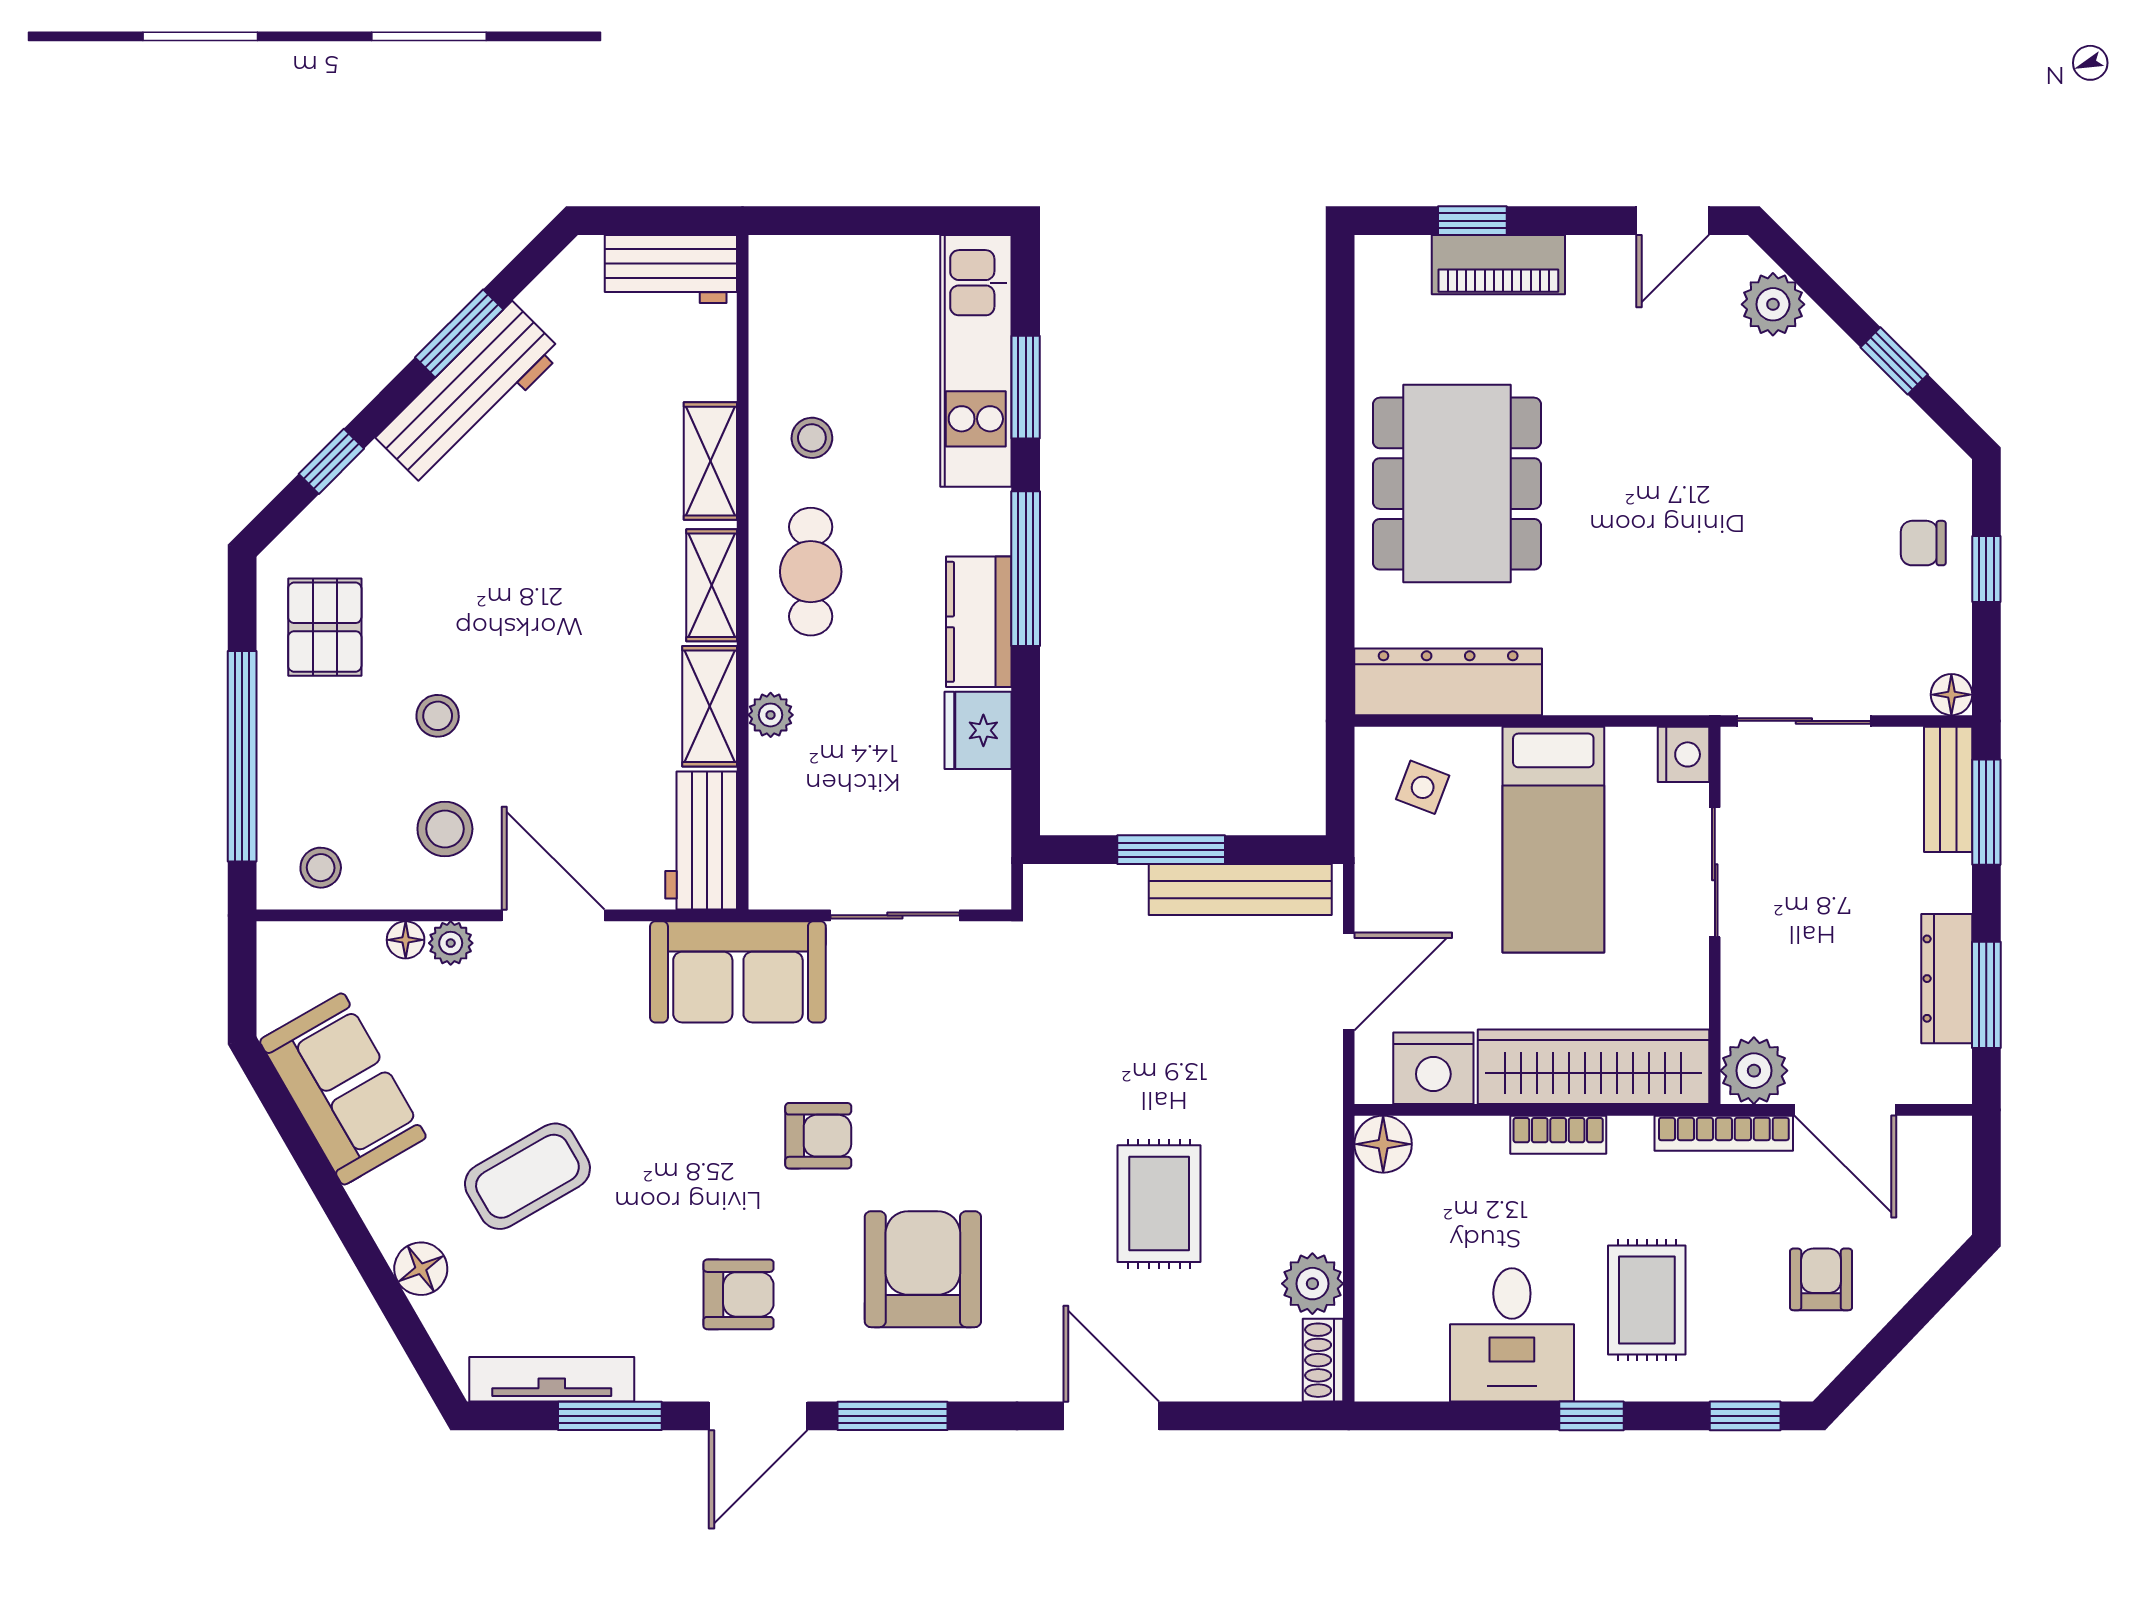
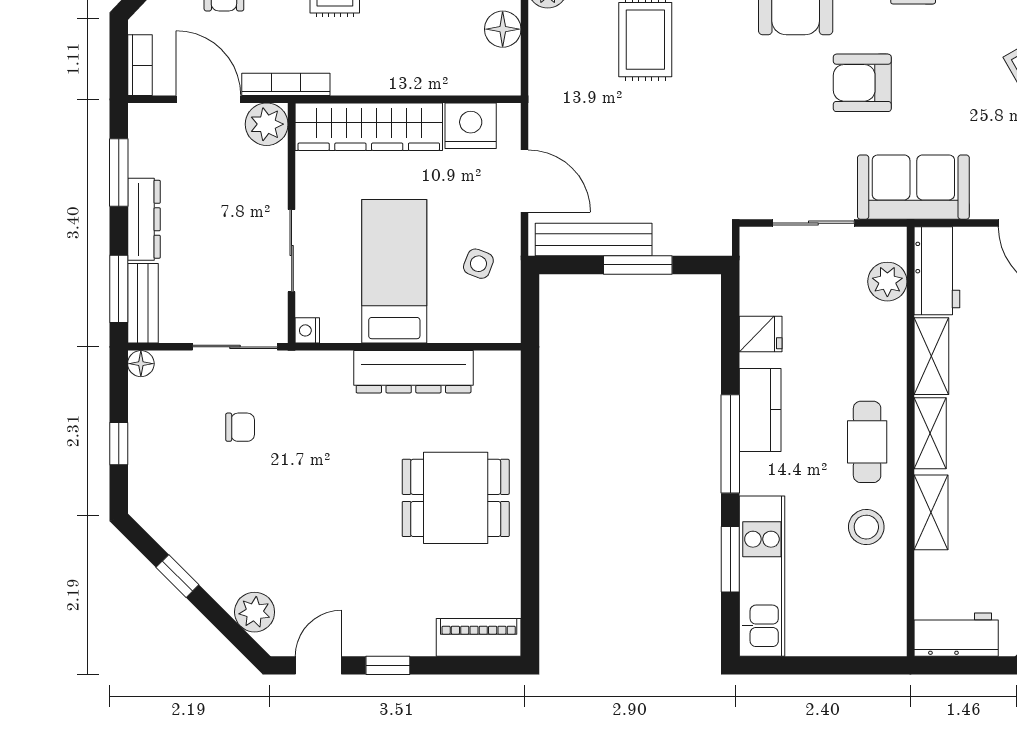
window: (1472, 221) -> (388, 665), moved
piano: (1498, 265) -> (479, 637), moved
stool: (812, 438) -> (866, 527), width x1.37, depth x1.37
dining table: (1457, 484) -> (456, 498), width x0.73
chair: (1923, 543) -> (240, 427), moved
dresser: (1448, 682) -> (414, 372), moved
plant: (771, 715) -> (887, 282), moved, width x1.38, depth x1.38
fridge: (978, 730) -> (761, 334), width x0.72
nightstand: (1683, 754) -> (307, 330), width x0.72, depth x0.74
side table: (1423, 787) -> (478, 264), moved
dresser: (1947, 979) -> (144, 219), moved
door: (1349, 982) -> (525, 181), swing flipped
bookcase: (1558, 1135) -> (140, 65), moved, turned 90
armchair: (818, 1136) -> (862, 83), width x1.38, depth x1.38
floor lamp: (1383, 1144) -> (503, 29), moved

